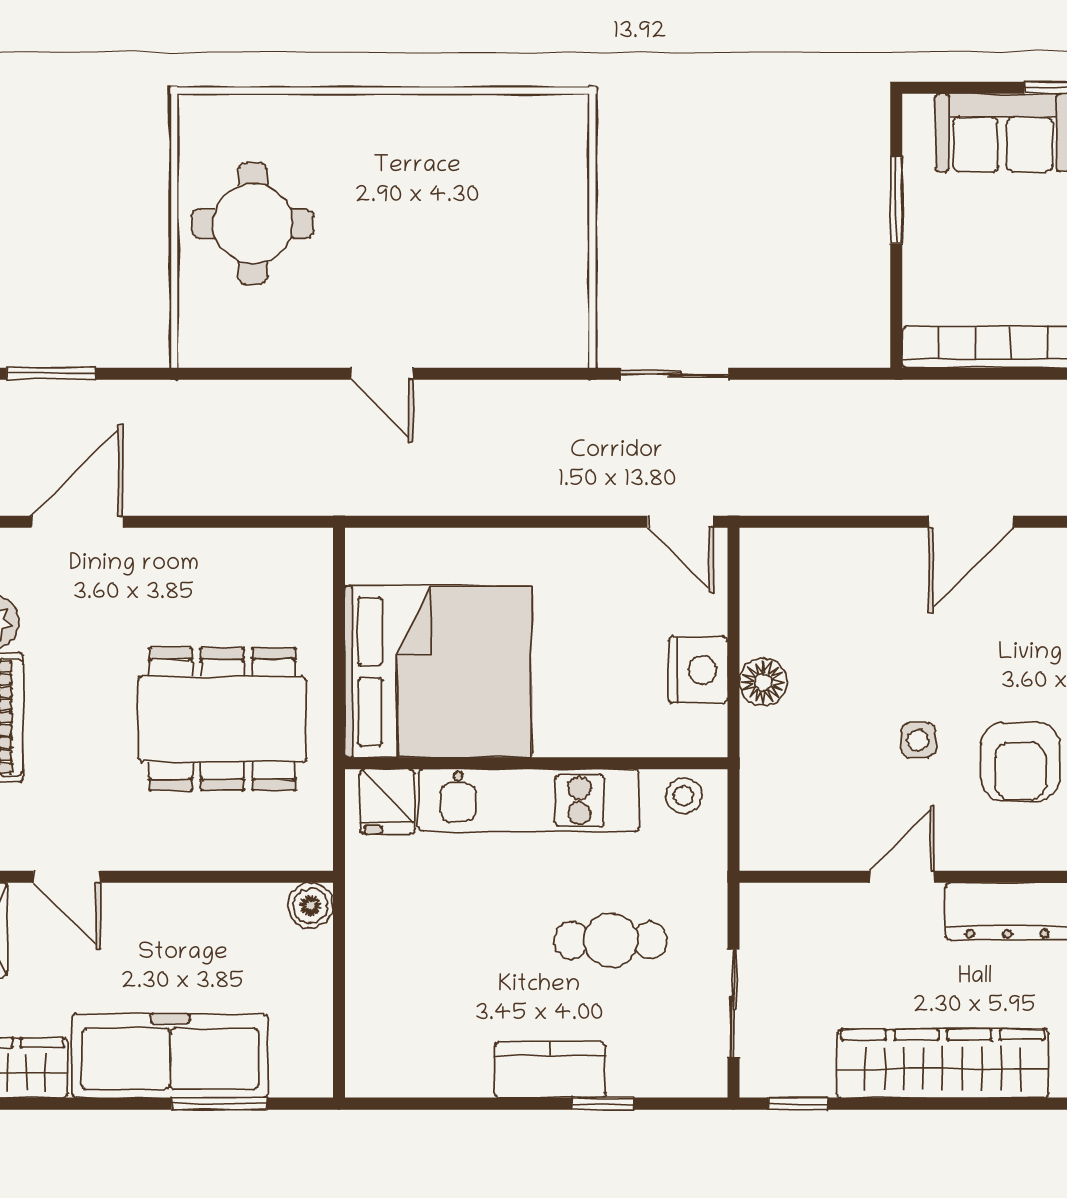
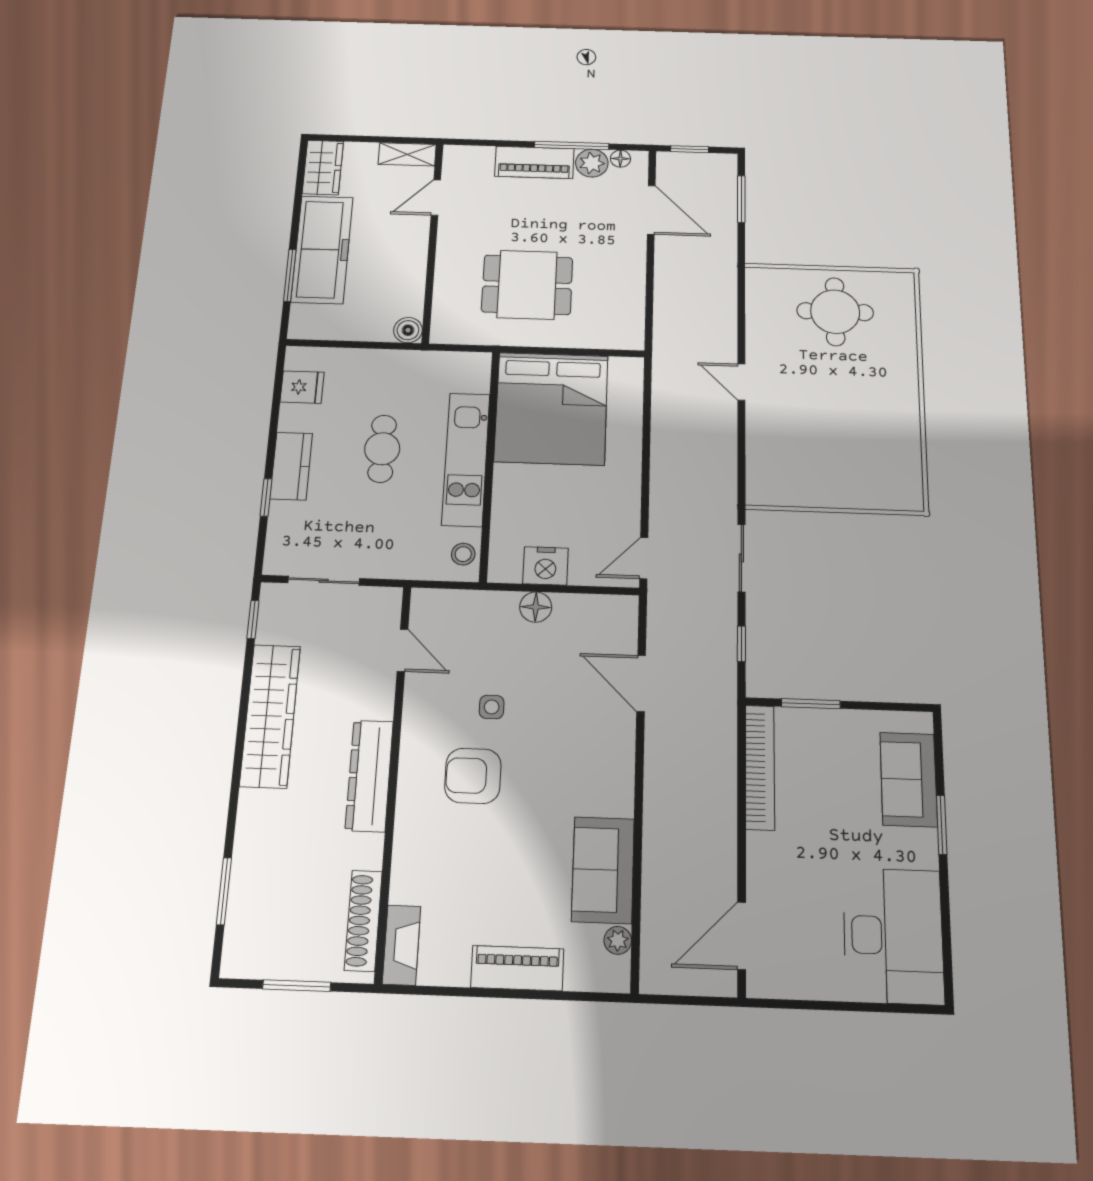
window: (896, 200) -> (811, 704), moved
door: (382, 374) -> (741, 382), hinge flipped
window: (809, 374) -> (741, 644), added
door: (971, 522) -> (641, 683), moved
dining table: (222, 719) -> (527, 285), width x0.73
fridge: (387, 802) -> (302, 387), moved, turned 180
door: (902, 877) -> (403, 650), moved
cafe table: (611, 940) -> (382, 449), moved

